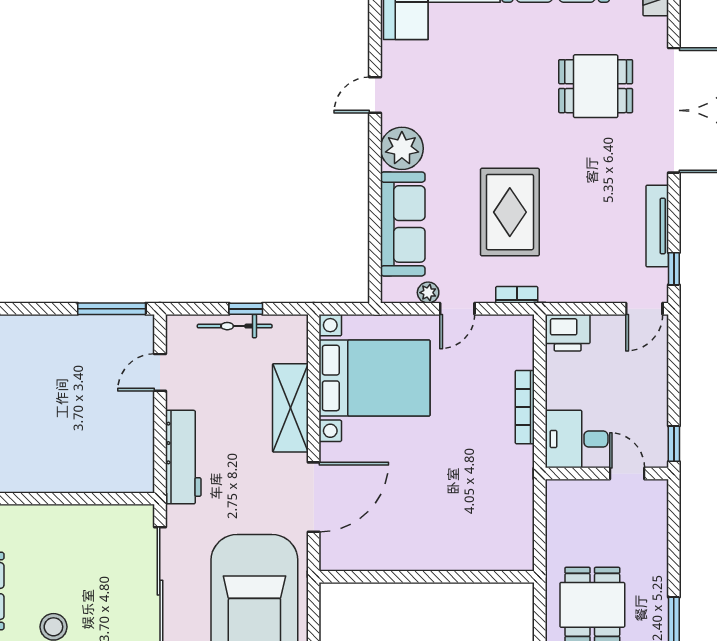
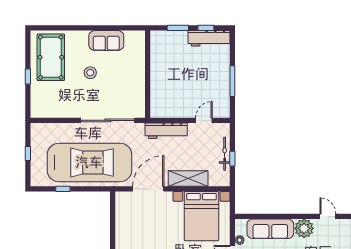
window: (112, 309) -> (232, 81), moved
door: (160, 372) -> (204, 120), hinge flipped
door: (314, 497) -> (148, 189), swing flipped

